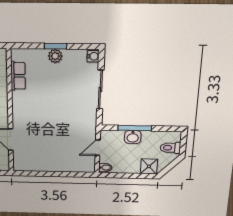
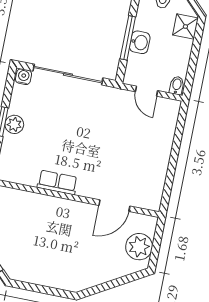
row of seats: (18, 76) -> (57, 182), moved
sliding door: (100, 90) -> (68, 75), width x1.36

